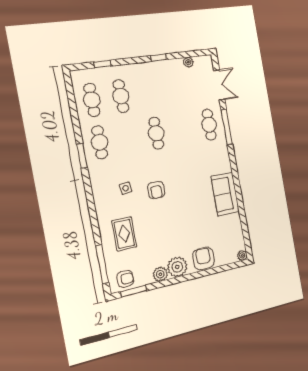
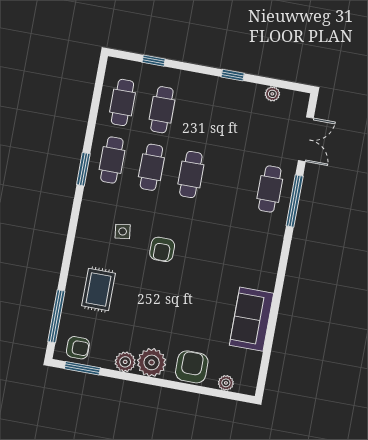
cafe table: (128, 138) -> (151, 167), added
sofa: (225, 194) -> (251, 319), moved
plant: (242, 255) -> (226, 383), moved

